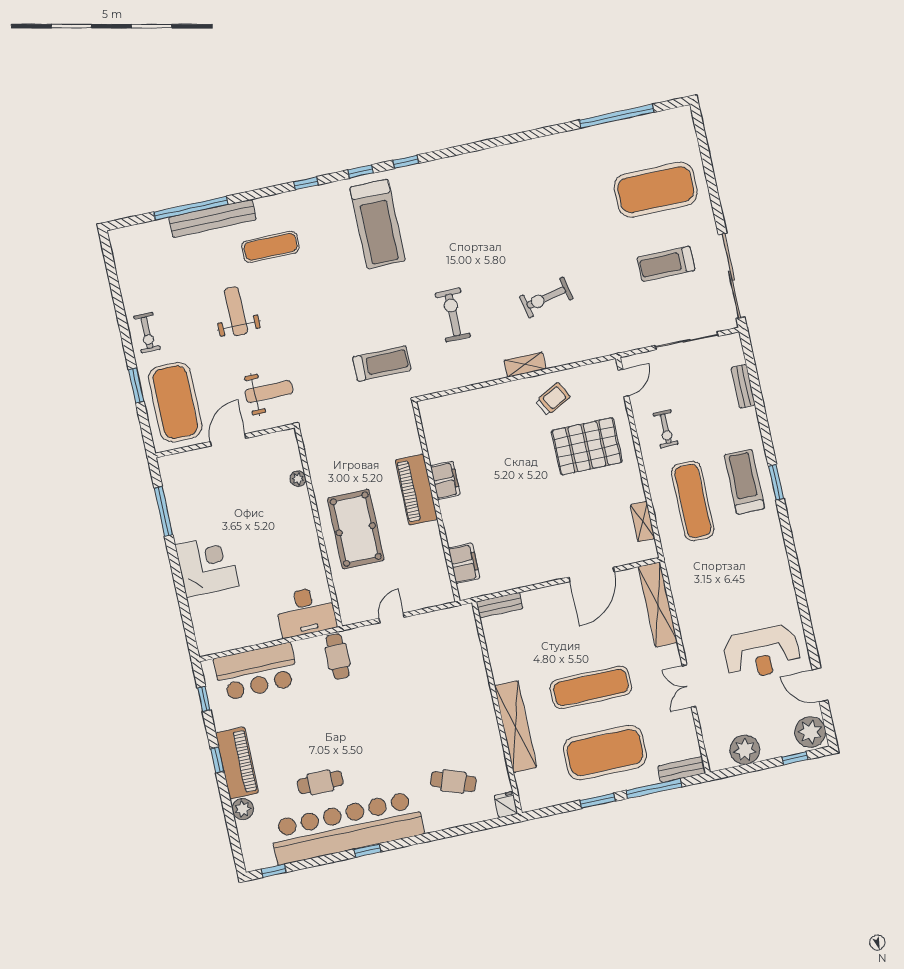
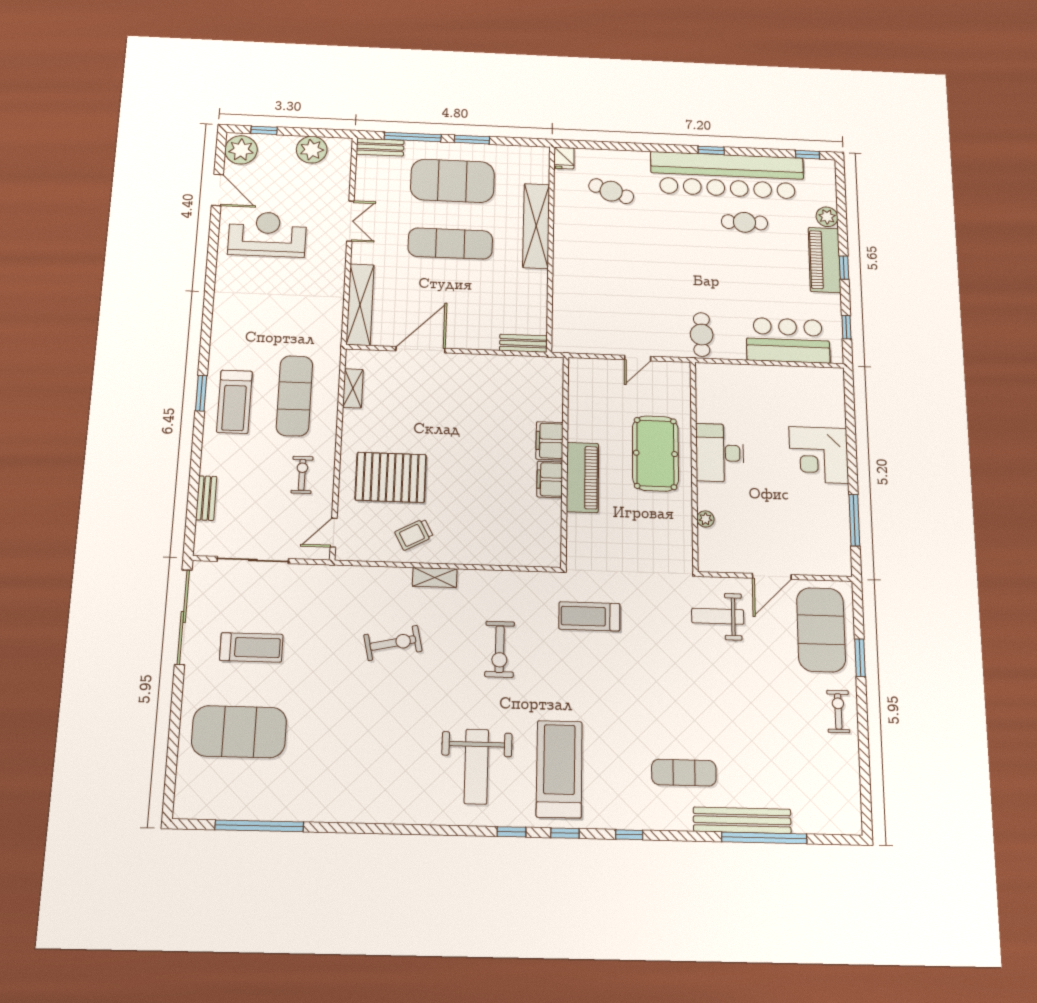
weight bench: (236, 311) -> (476, 767), moved, width x1.36, depth x1.33
filing cabinet: (464, 563) -> (549, 441), moved
desk: (306, 612) -> (720, 453), moved, turned -90

